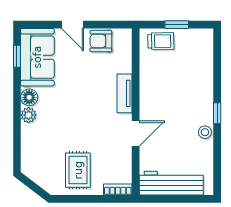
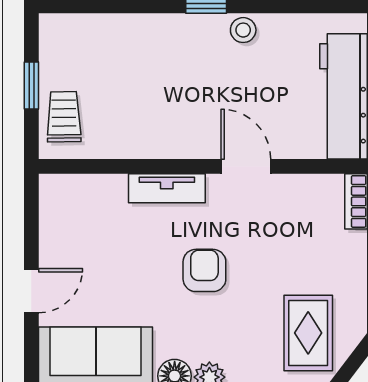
armchair: (101, 41) -> (204, 270), moved, turned 180
rug: (78, 170) -> (308, 333), moved, turned 90

